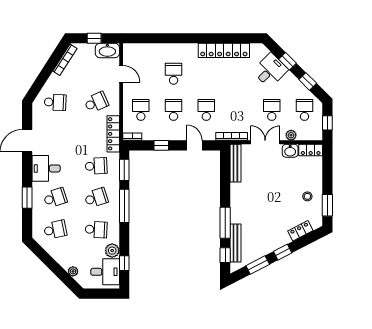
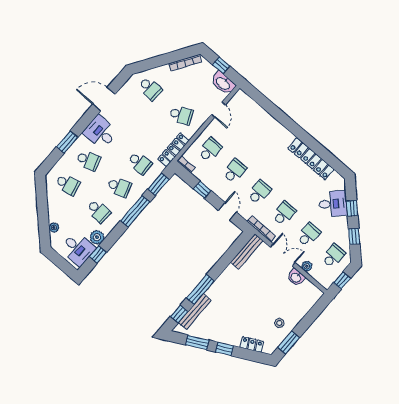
school desk: (174, 74) -> (284, 213), moved
locker: (311, 150) -> (312, 290), removed

